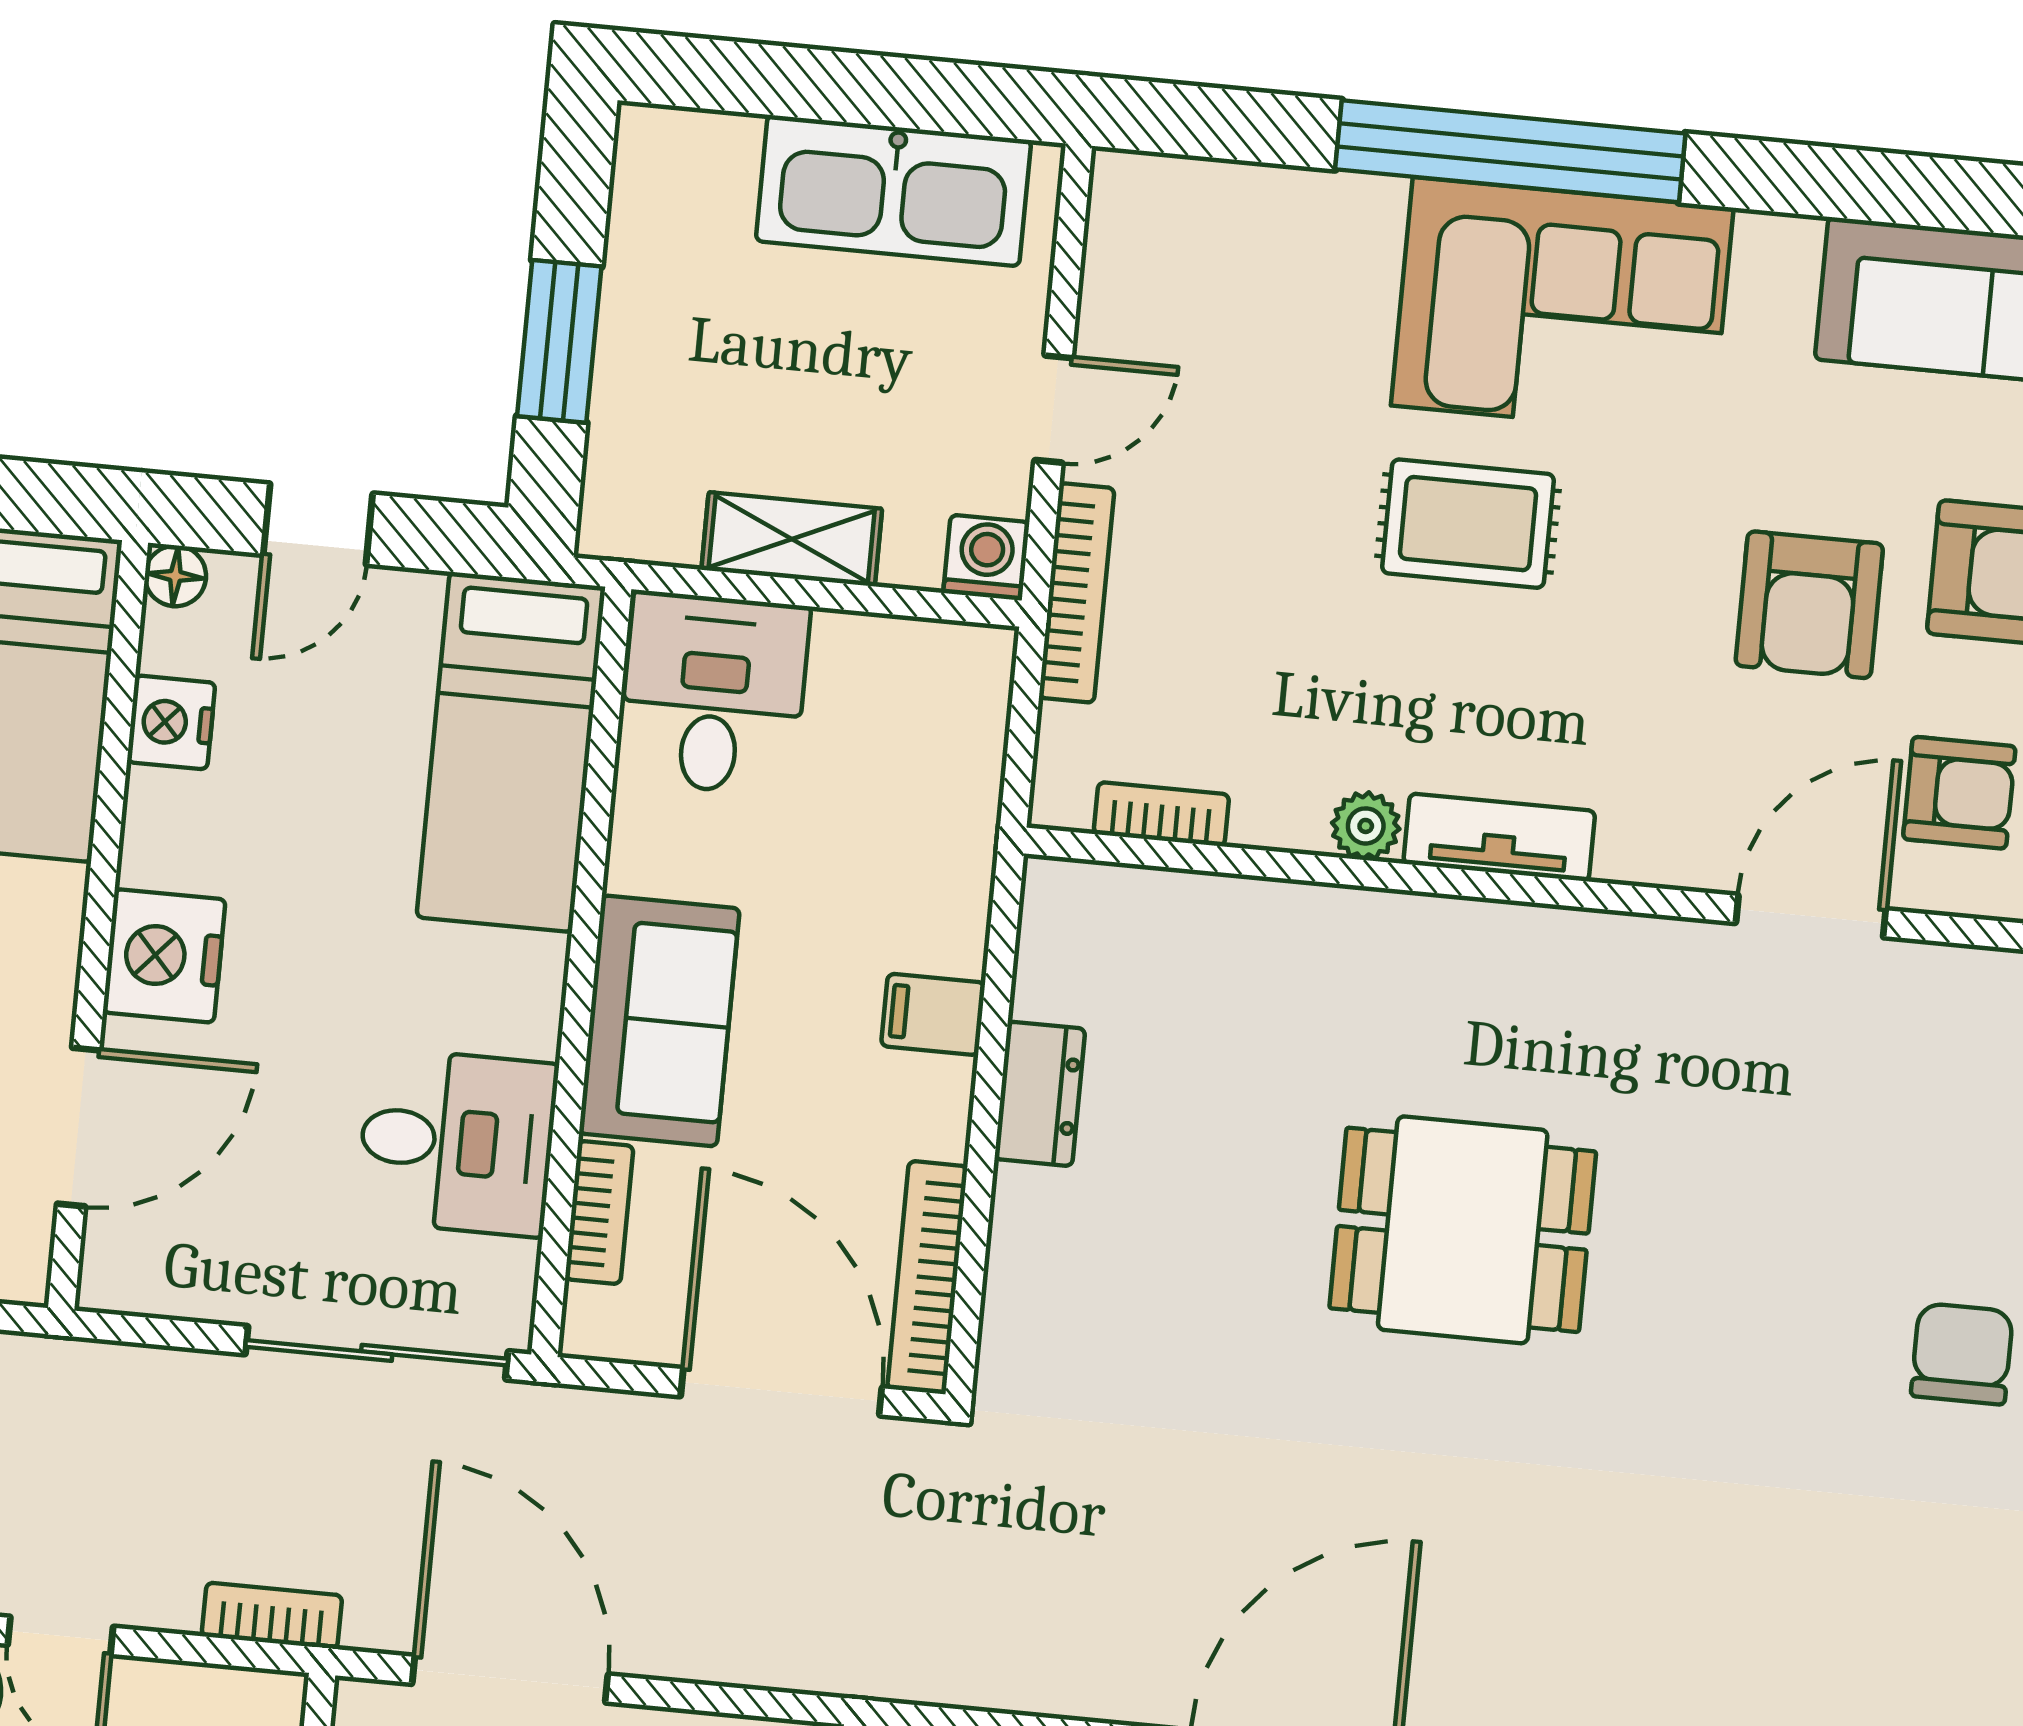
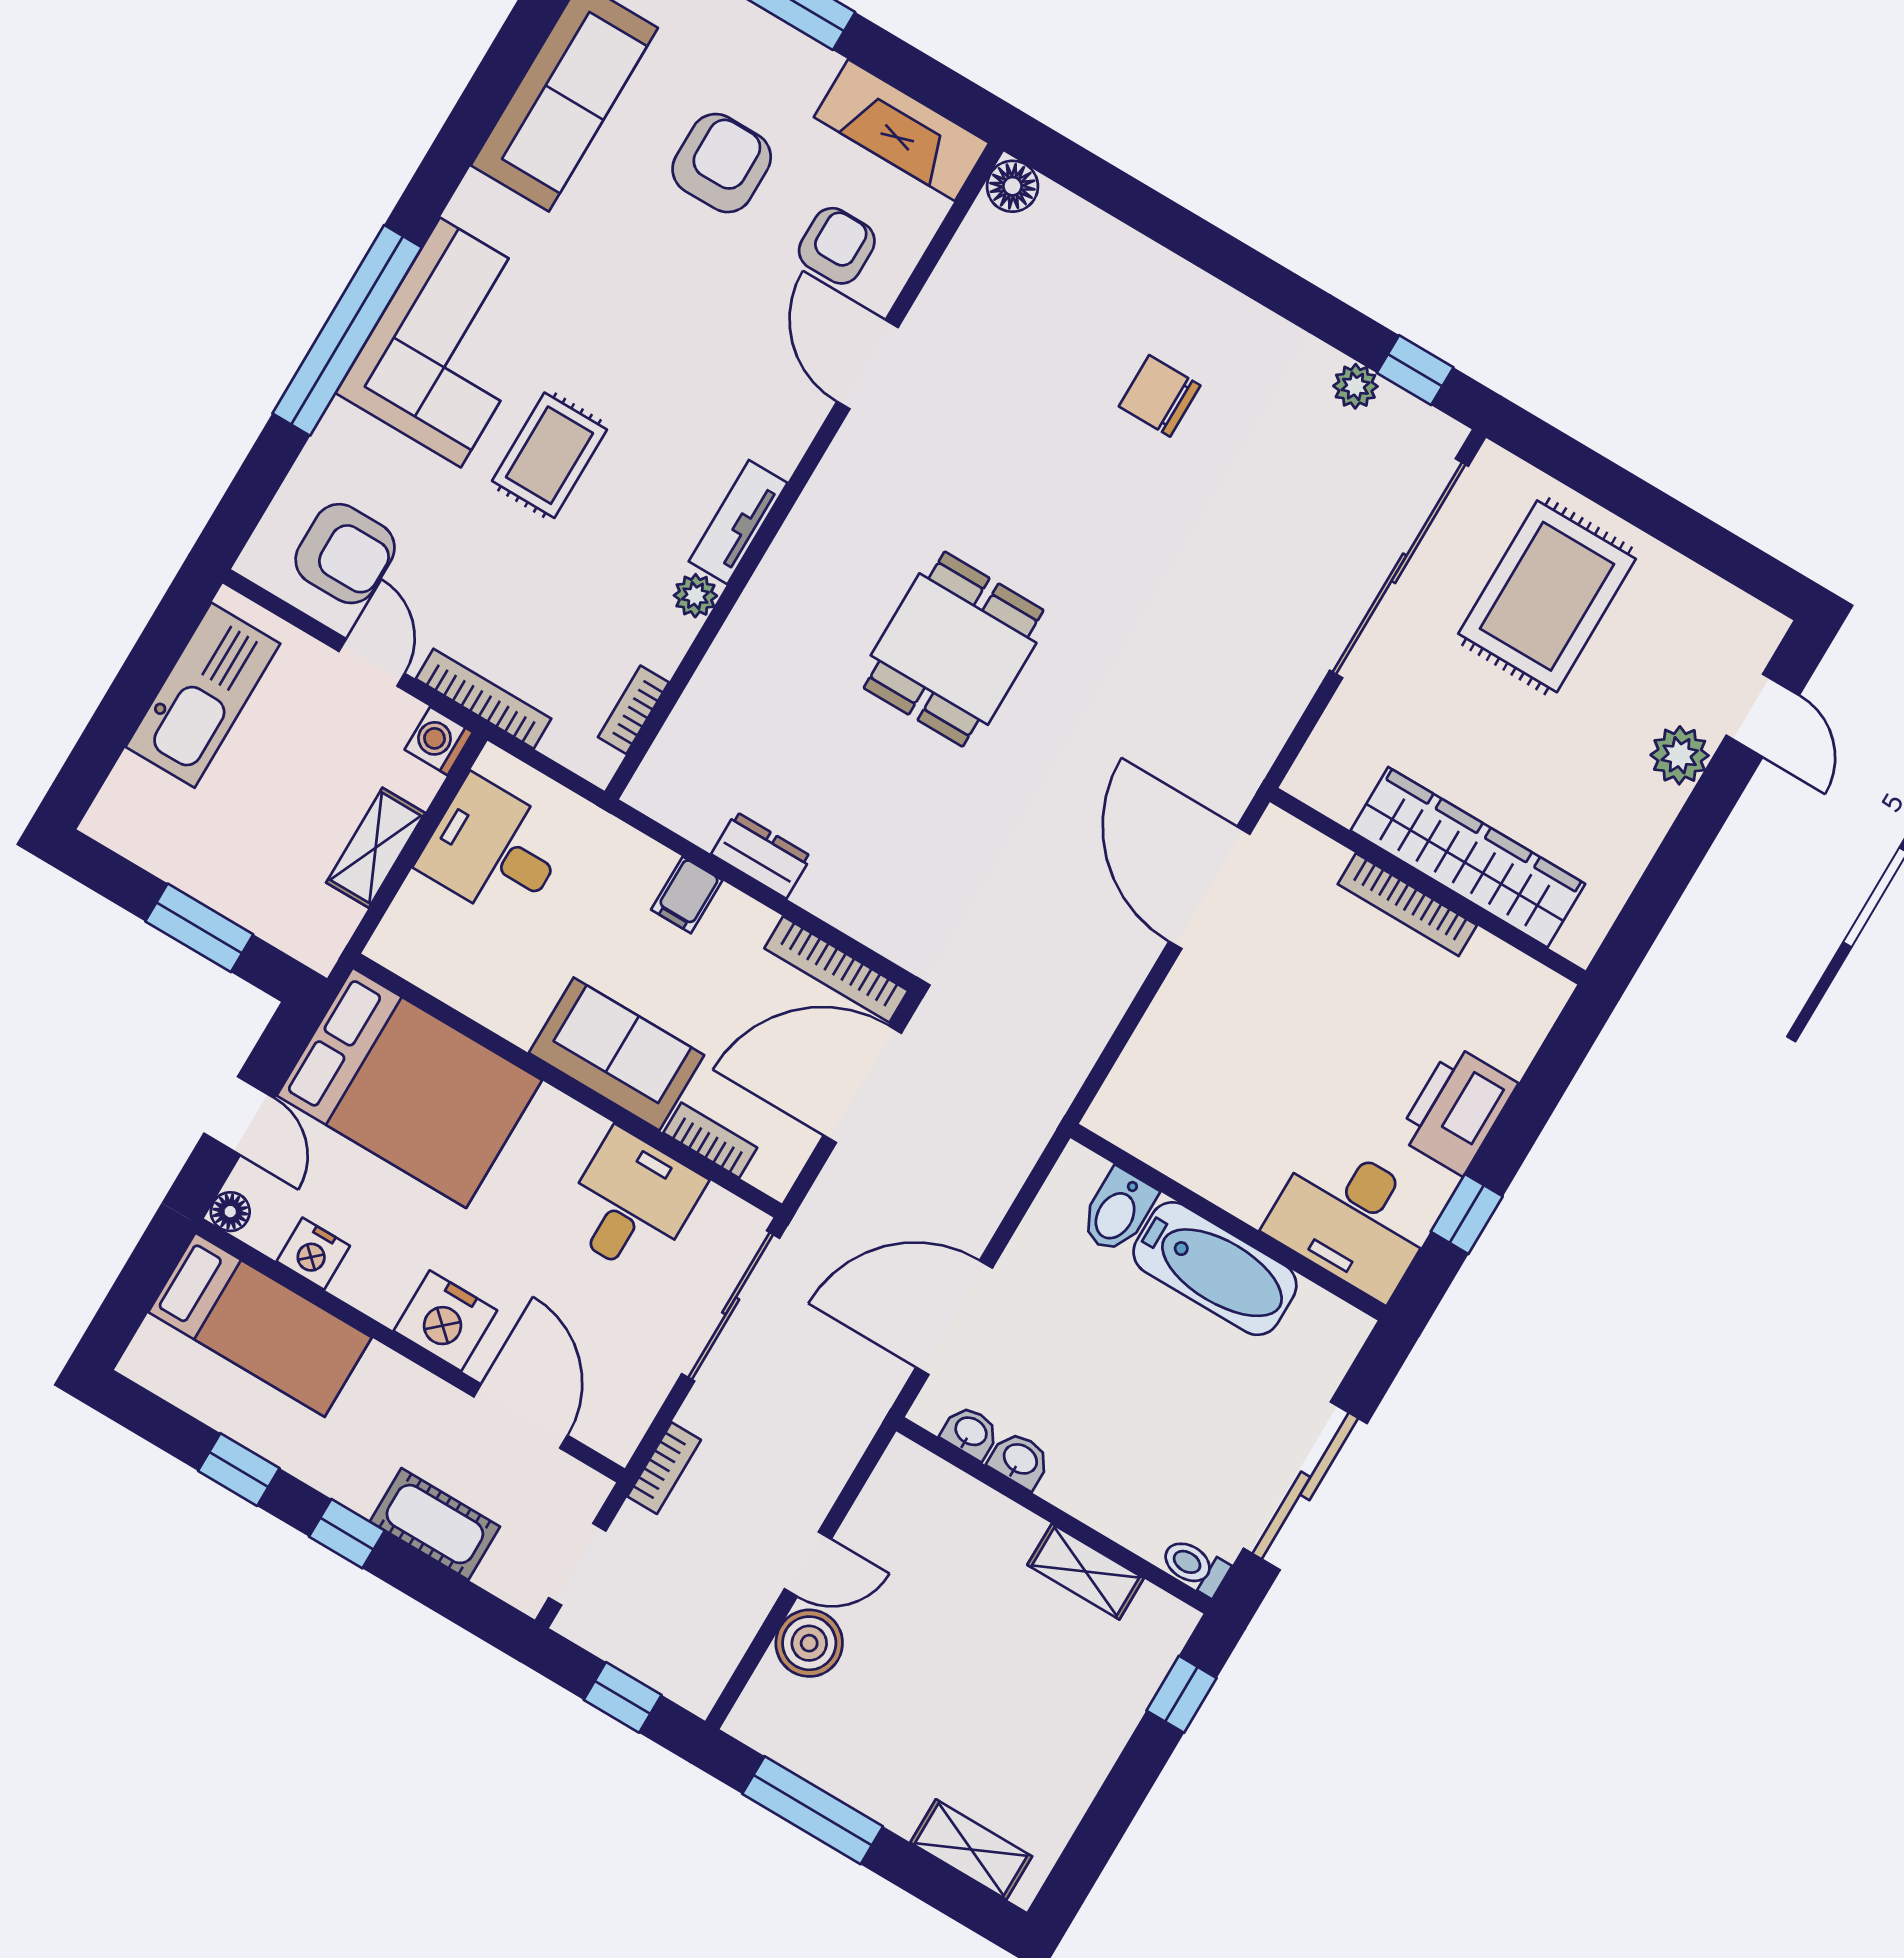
armchair: (1809, 605) -> (345, 554), moved
desk: (714, 694) -> (493, 850), moved
bed: (511, 752) -> (409, 1088), width x1.50
bookcase: (272, 1616) -> (664, 1468), moved, turned 180

